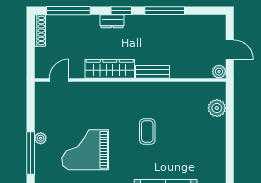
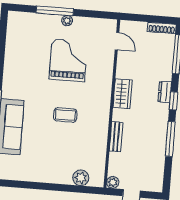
wardrobe: (110, 69) -> (122, 94), width x0.67
bench: (153, 72) -> (116, 137), moved
grand piano: (85, 150) -> (68, 60), moved

